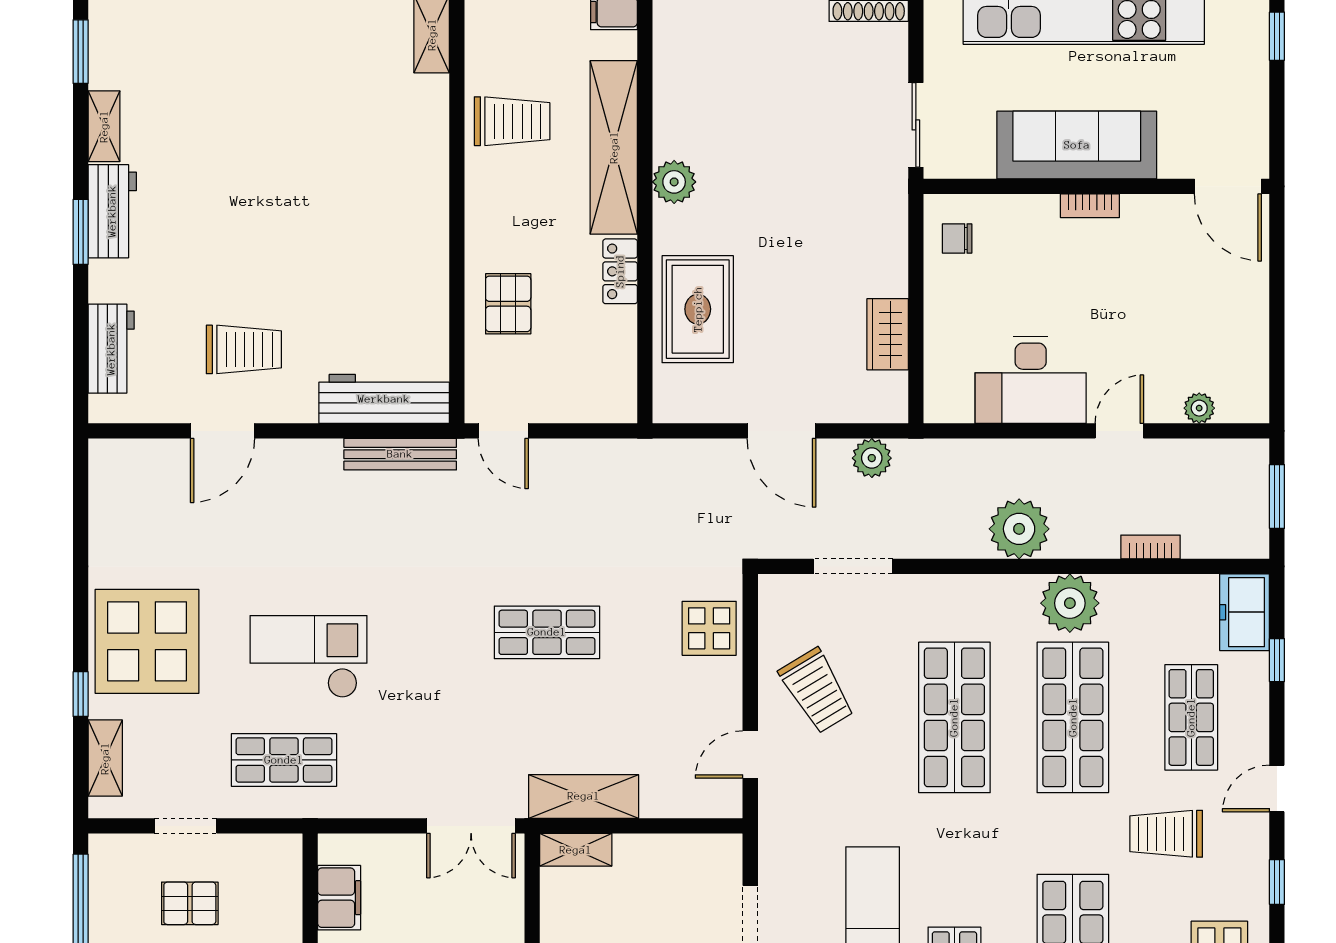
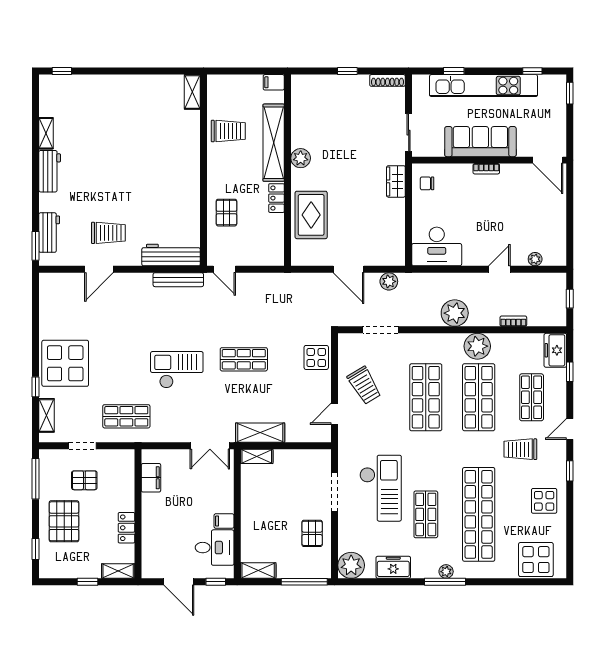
window: (81, 52) -> (36, 100), removed
window: (81, 232) -> (36, 246), moved
wardrobe: (888, 334) -> (396, 181), moved
desk: (1031, 380) -> (437, 246), moved
window: (1277, 496) -> (570, 299), width x0.67
checkout: (308, 657) -> (177, 370), moved

